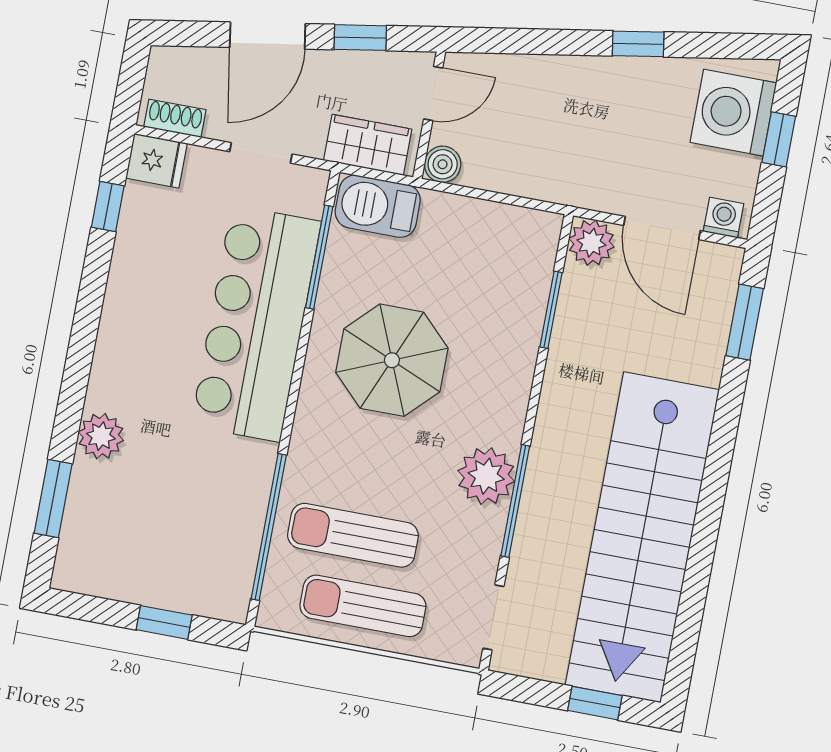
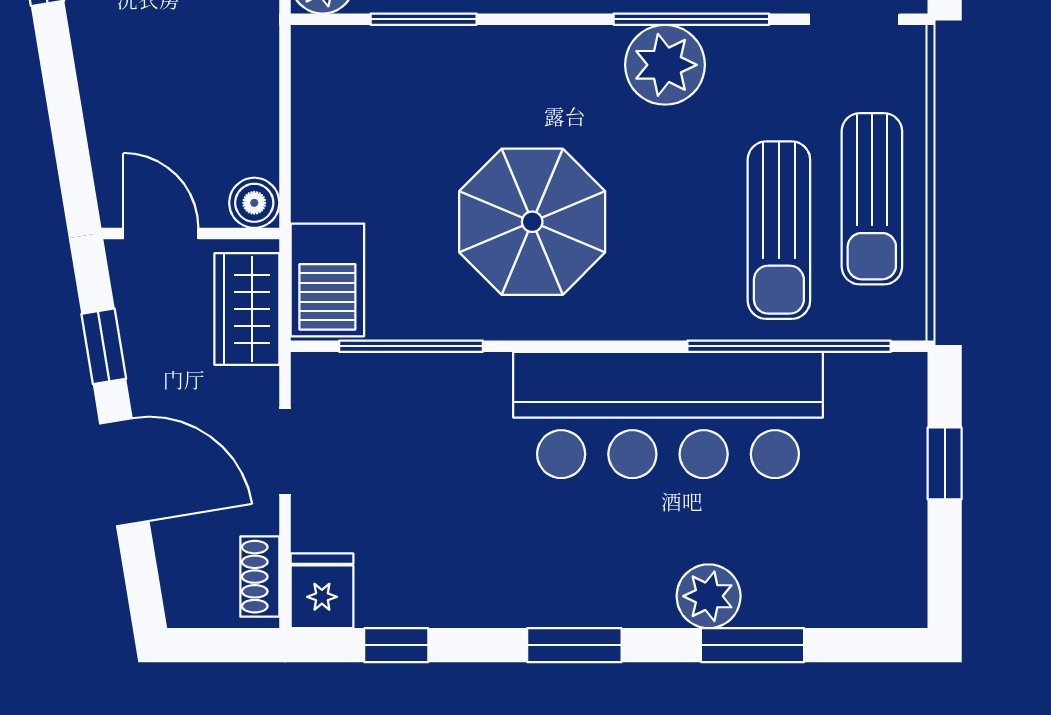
bar counter: (256, 324) -> (668, 415), moved
window: (84, 334) -> (574, 645), added
window: (53, 499) -> (753, 645), moved

